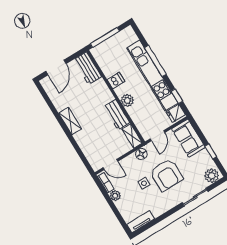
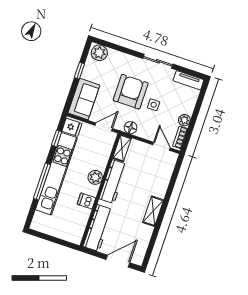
window: (105, 37) -> (58, 241), removed
workbench: (88, 68) -> (98, 228), width x1.38
workbench: (117, 115) -> (113, 182), width x1.38
sliding door: (195, 197) -> (158, 61), moved

